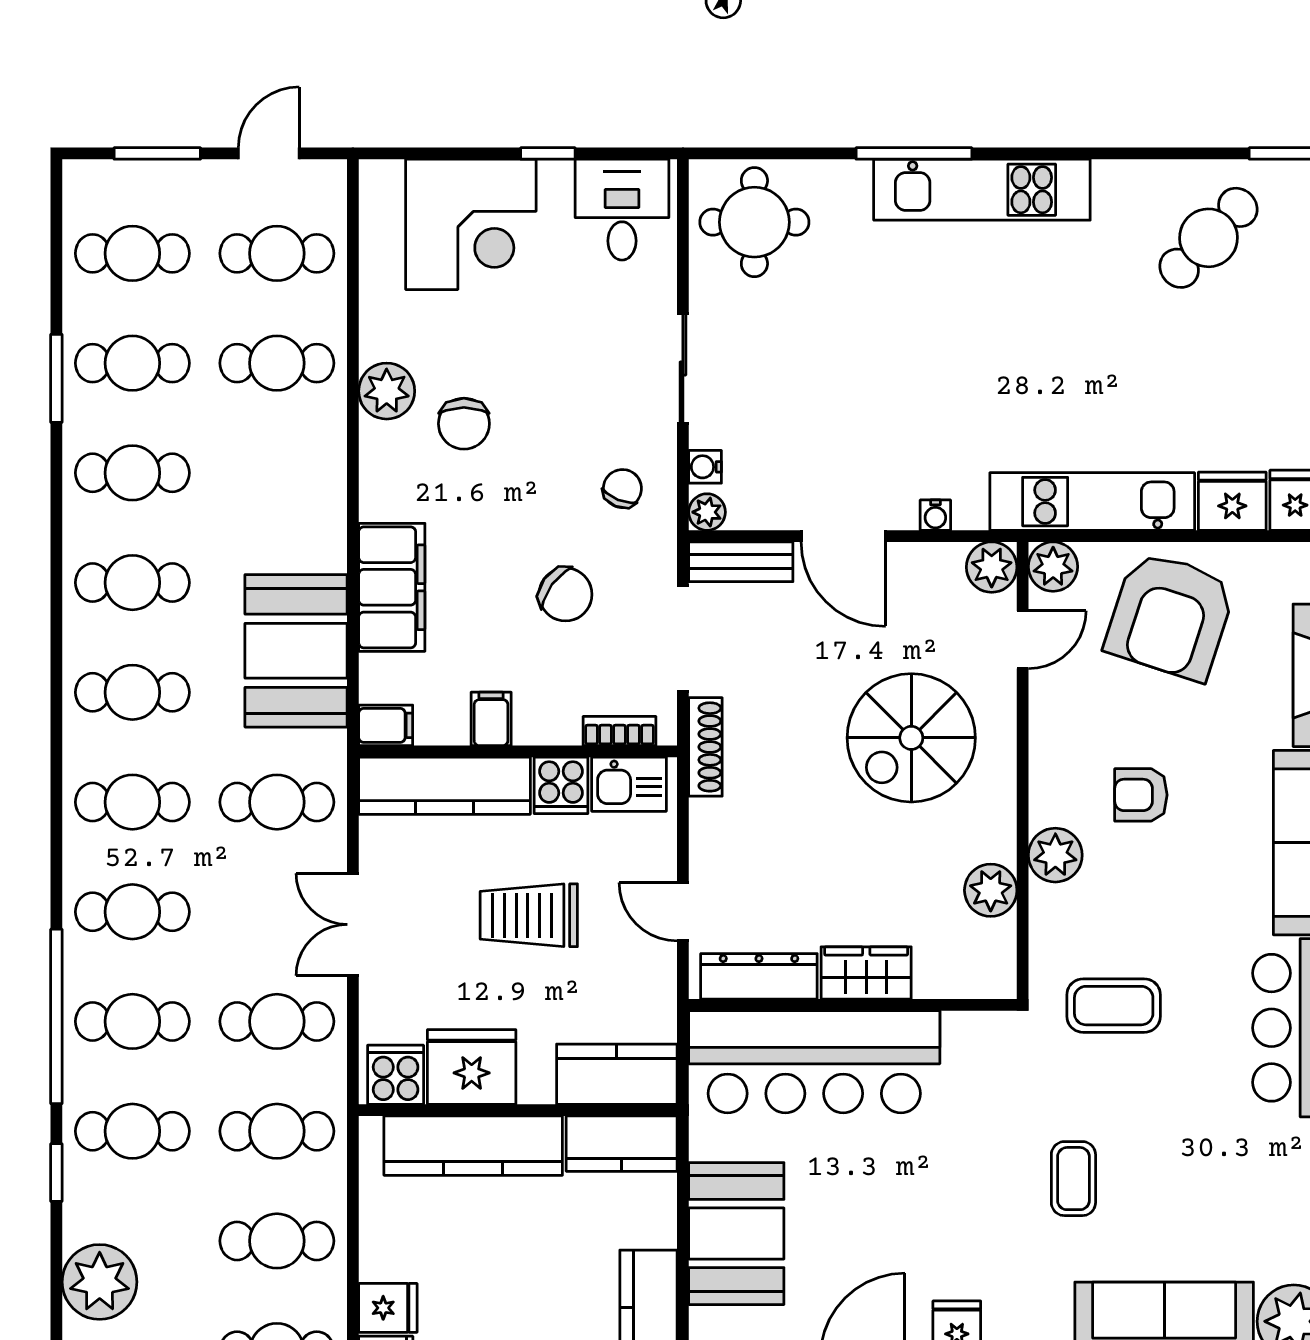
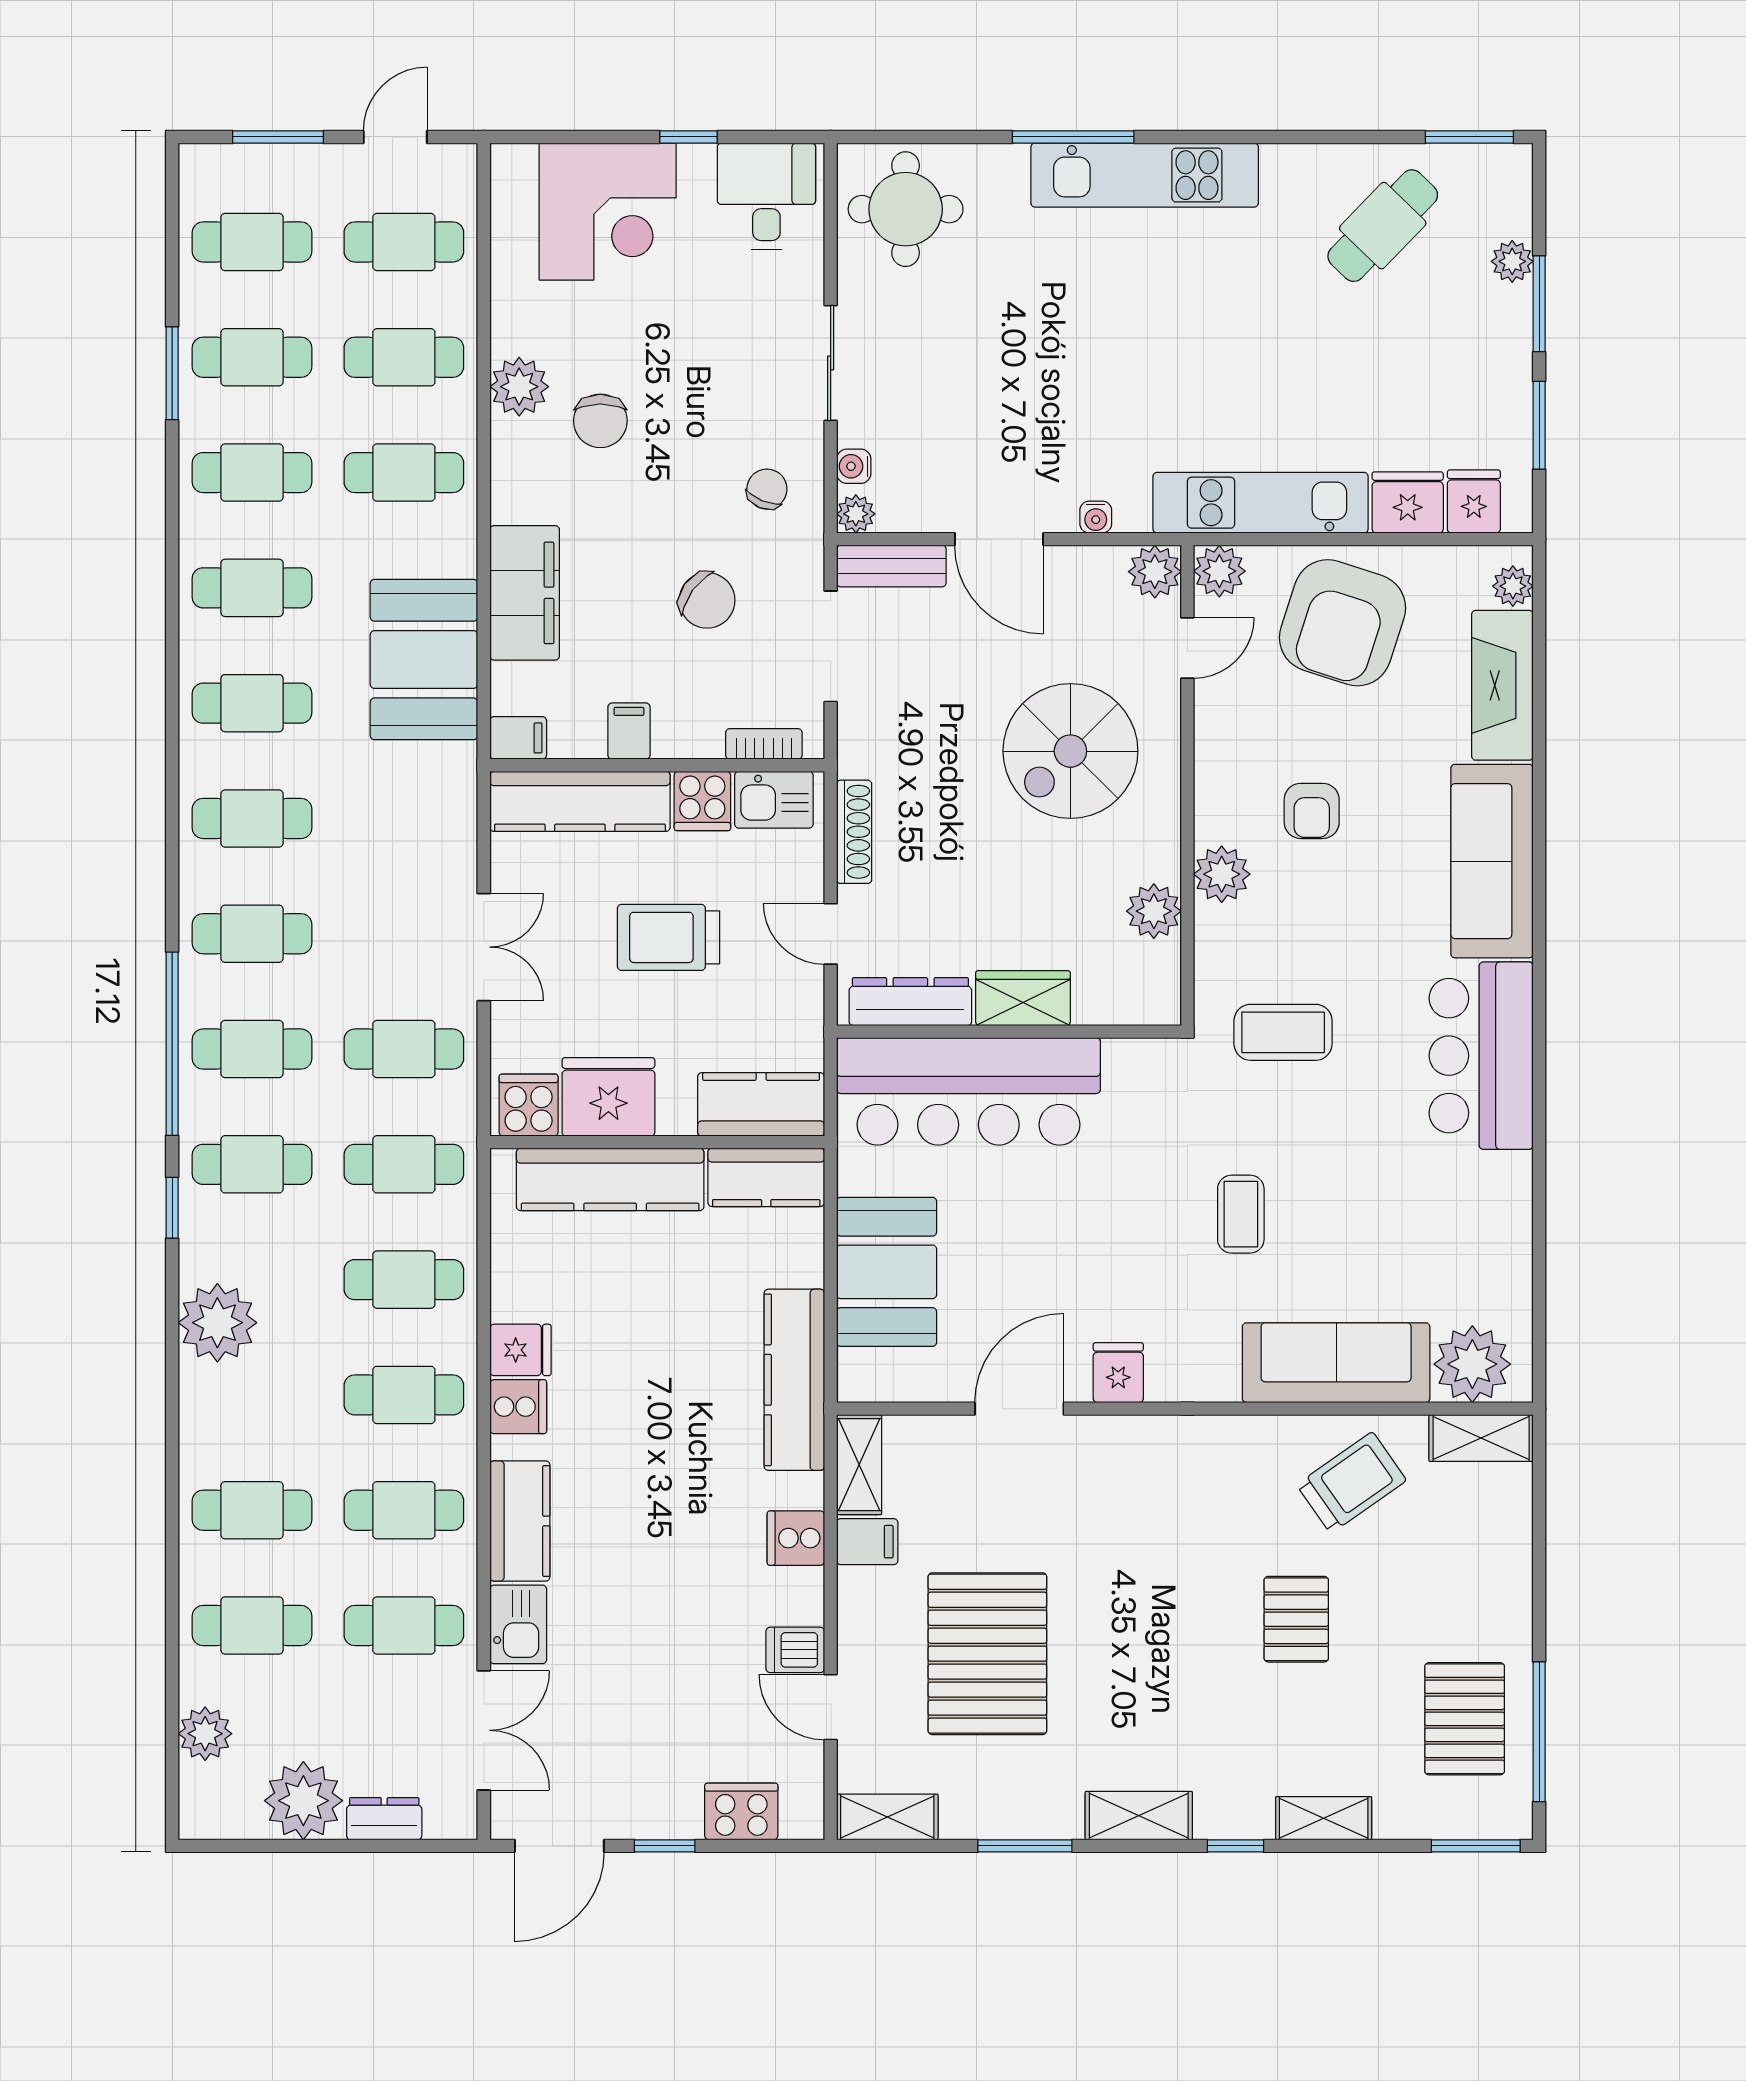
shoe rack: (705, 747) -> (854, 832), moved
armchair: (1141, 795) -> (1312, 811), turned -90
cafe table: (277, 802) -> (404, 473), moved
double door: (353, 924) -> (484, 947), swing flipped

